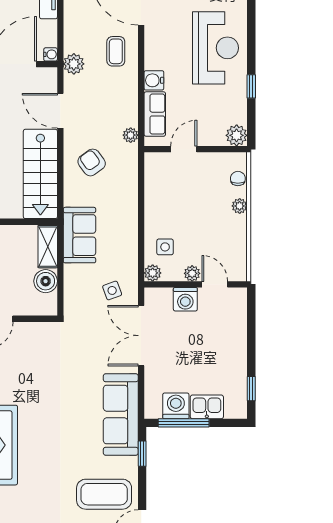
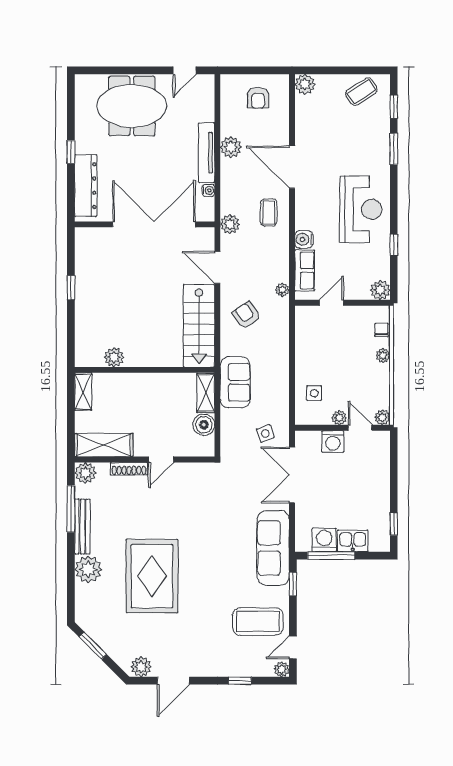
water cooler: (51, 54) -> (208, 190), moved
plant: (153, 273) -> (382, 417), moved

